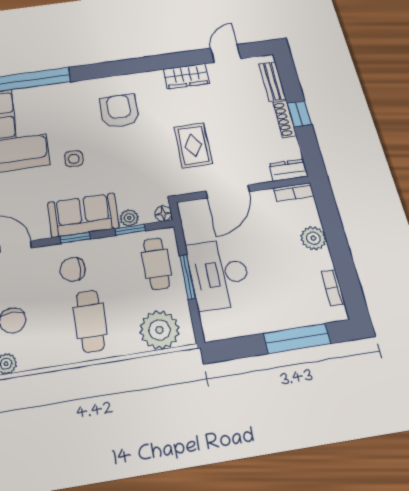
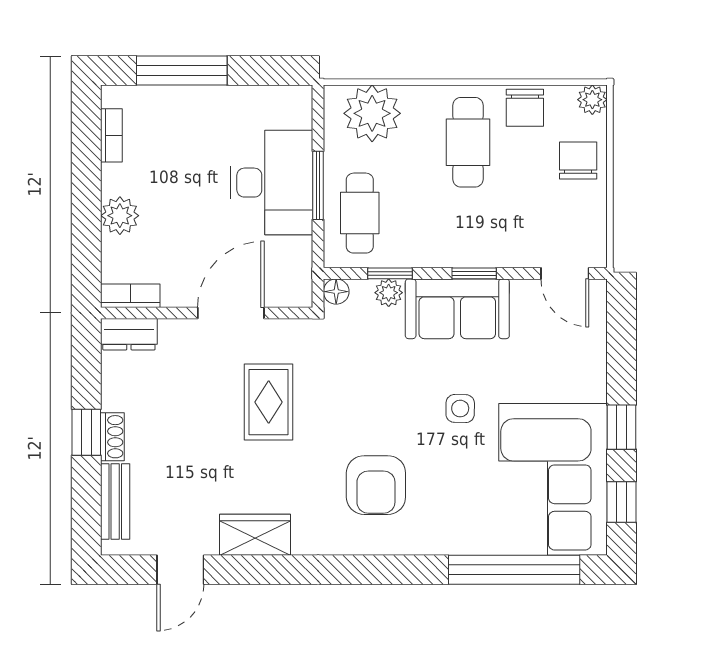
shoe rack: (285, 119) -> (112, 437), width x0.70
chair: (73, 269) -> (525, 108), moved, turned 90

